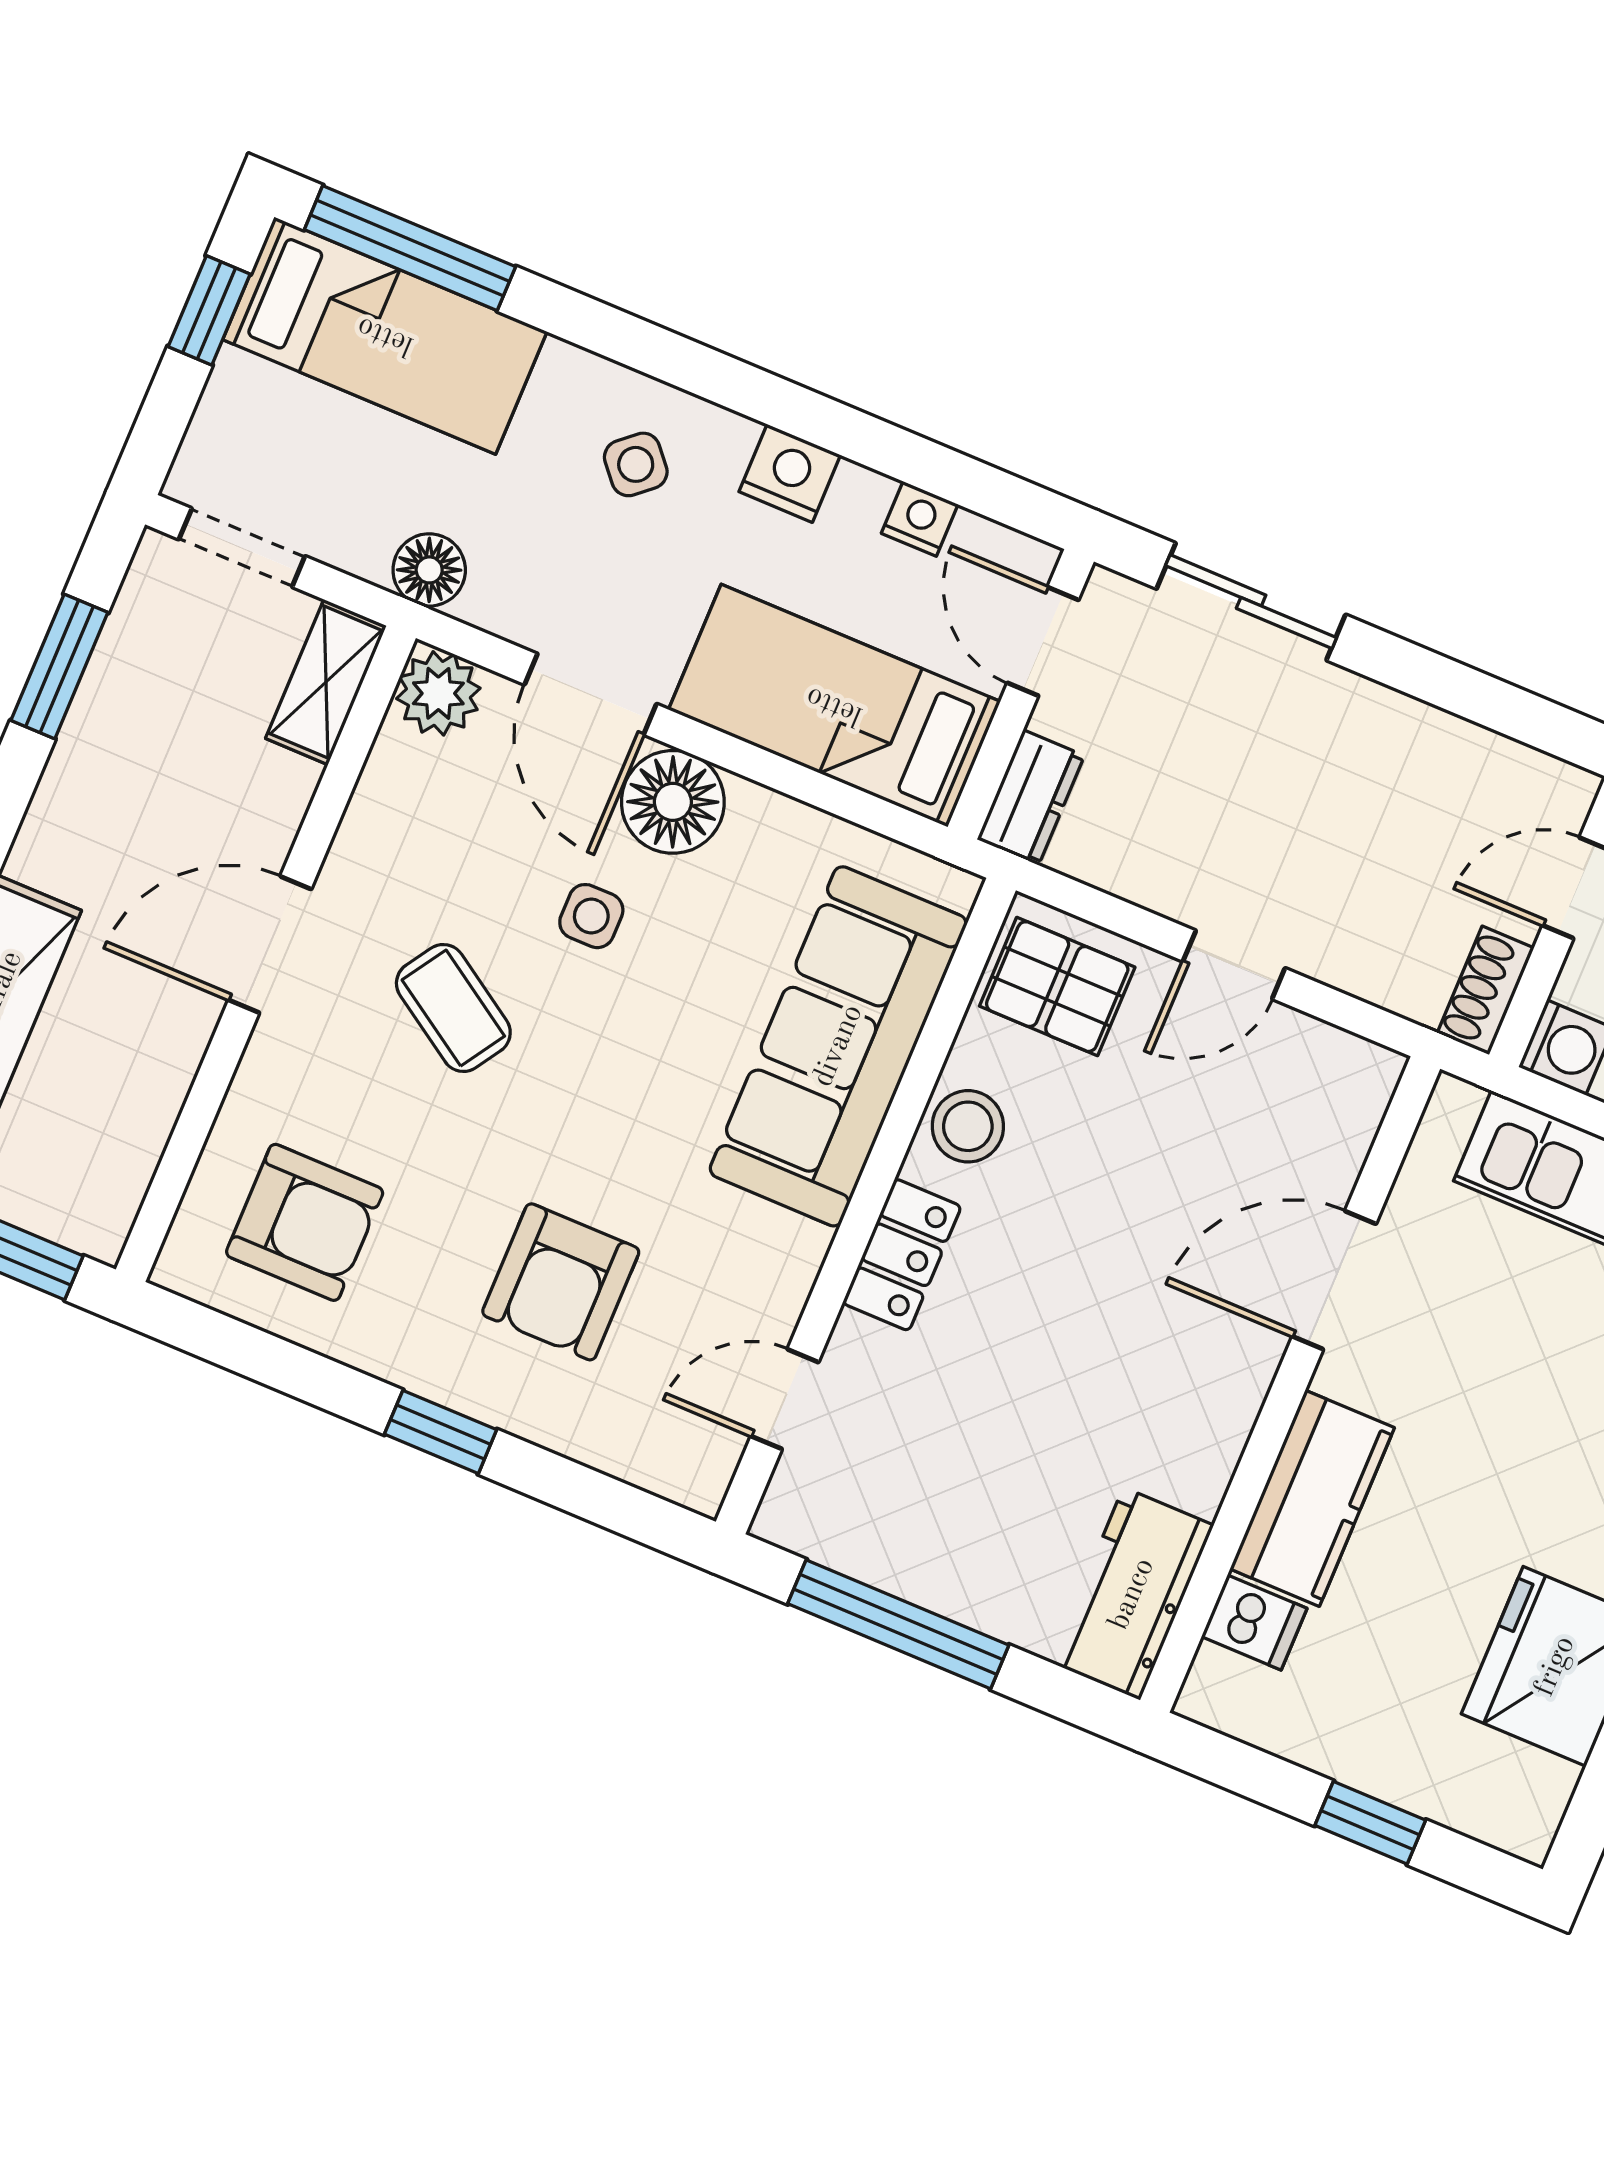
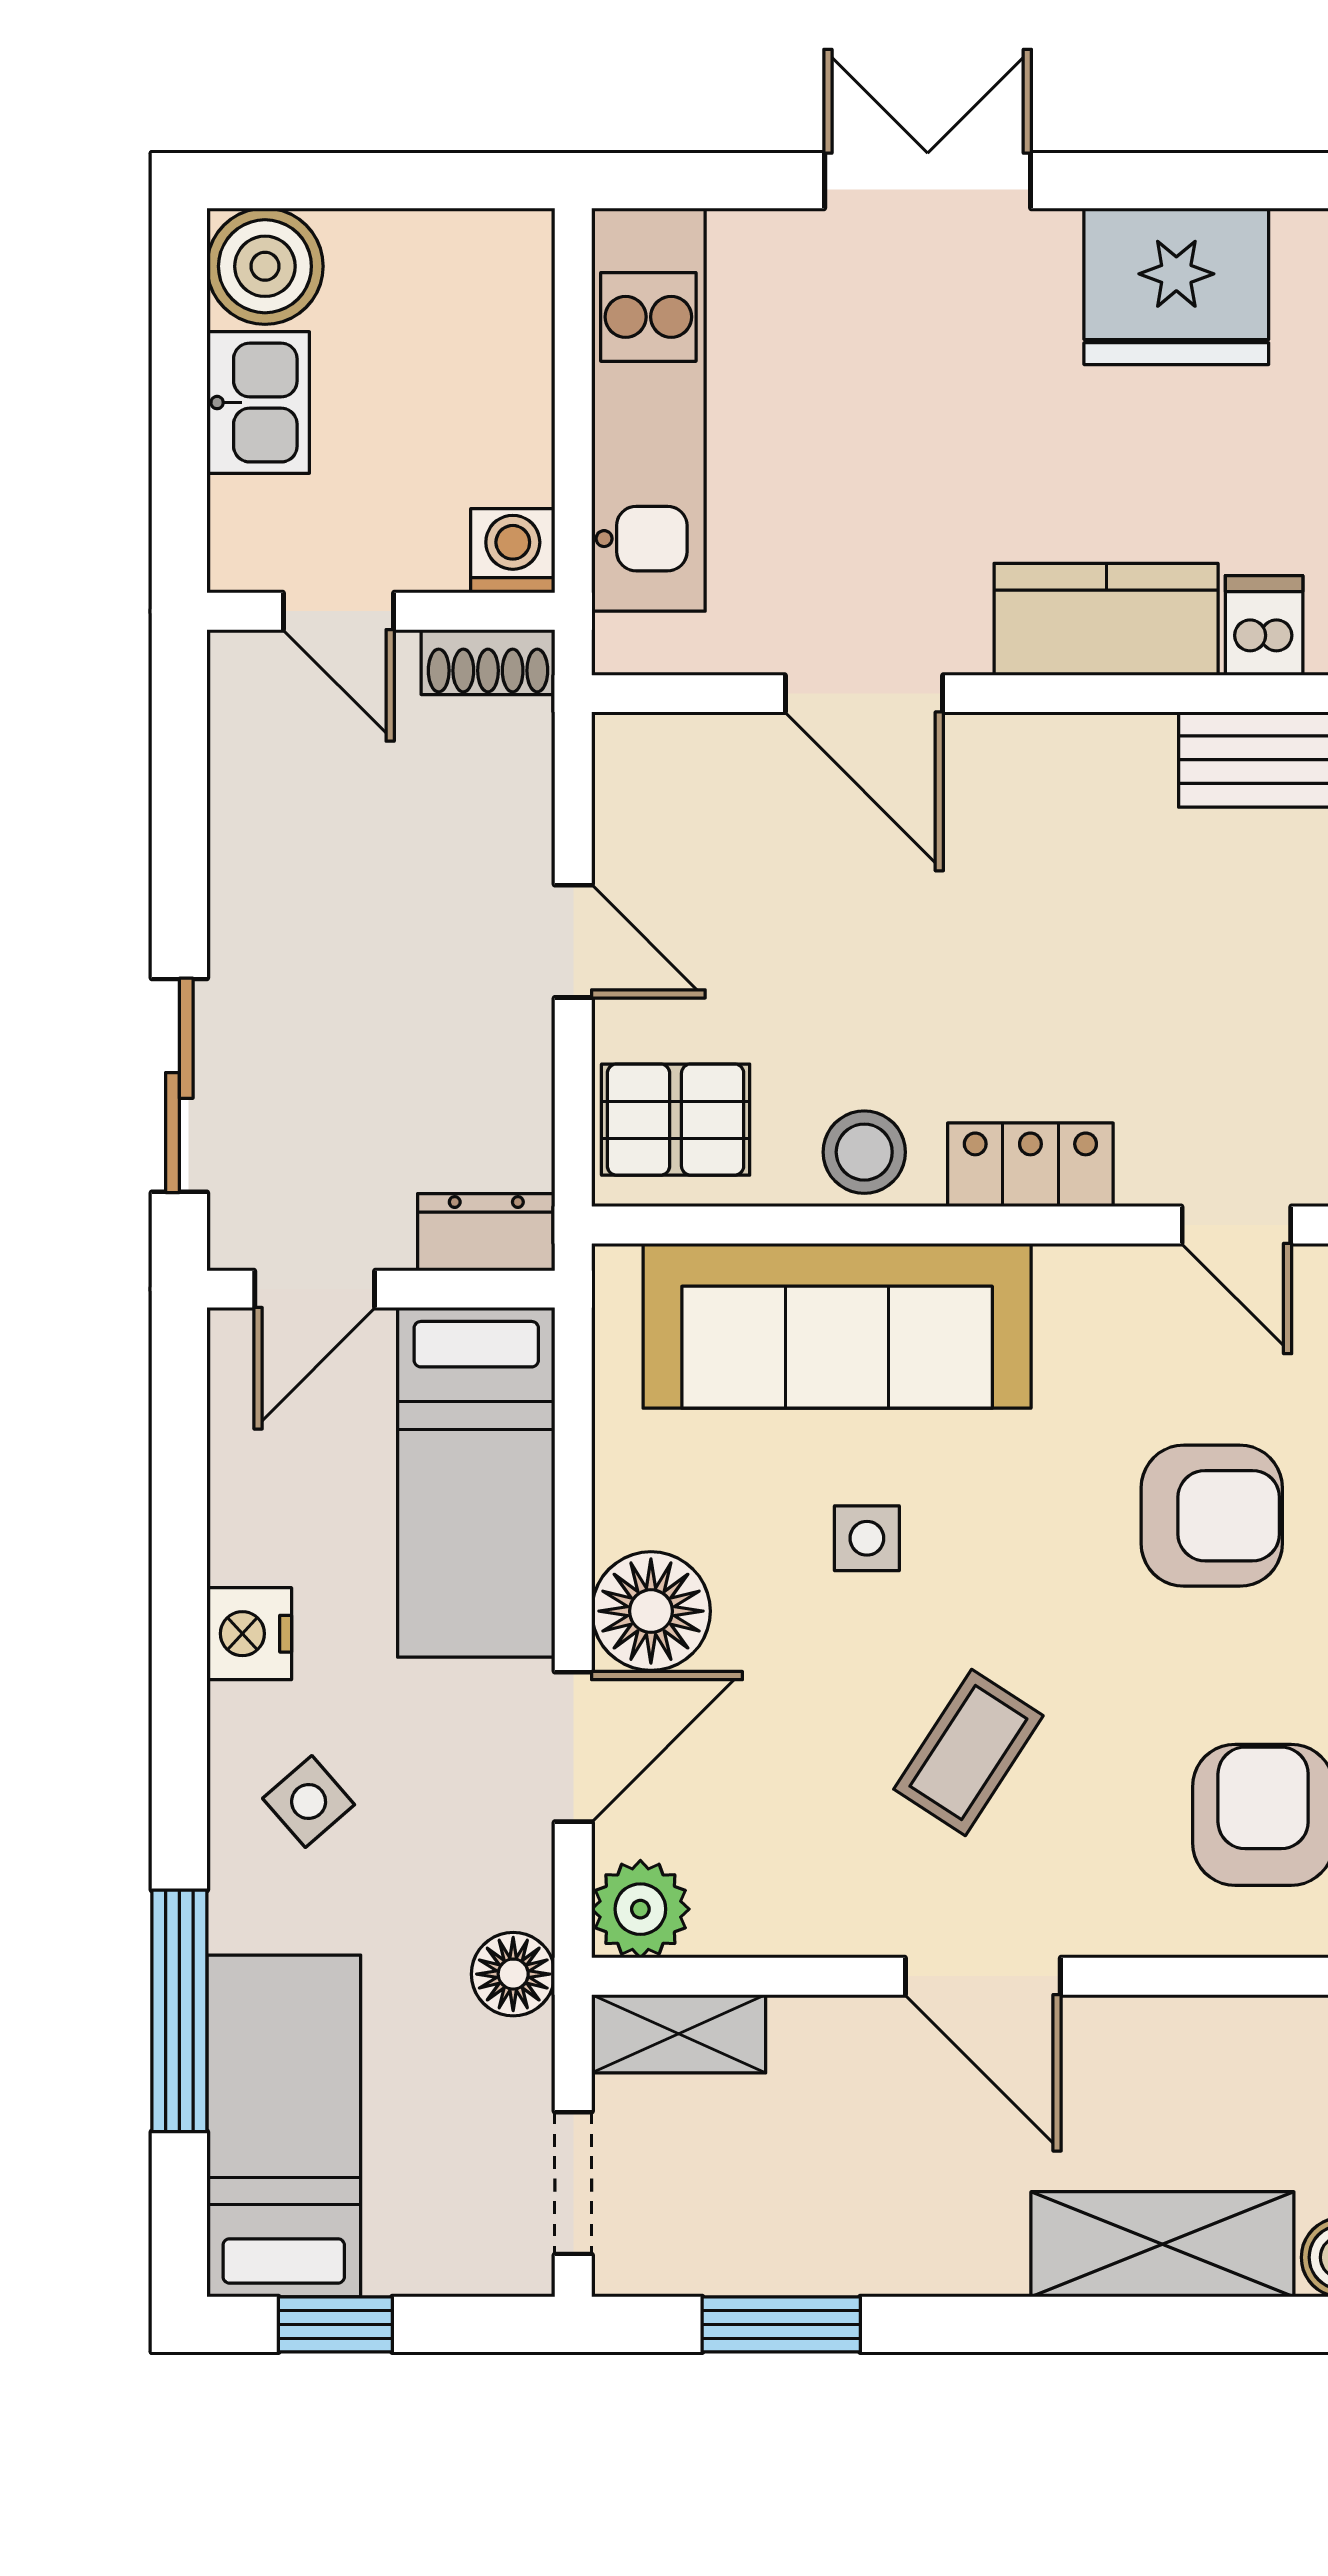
window: (410, 248) -> (179, 2011), moved
nightstand: (920, 519) -> (239, 1475), removed
side table: (591, 916) -> (867, 1538), moved
pallet: (1057, 987) -> (676, 1120), turned 90

